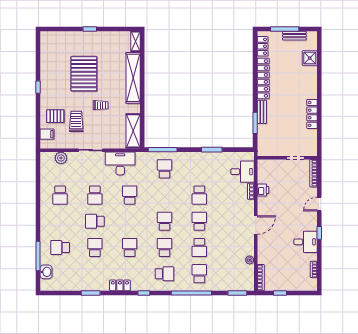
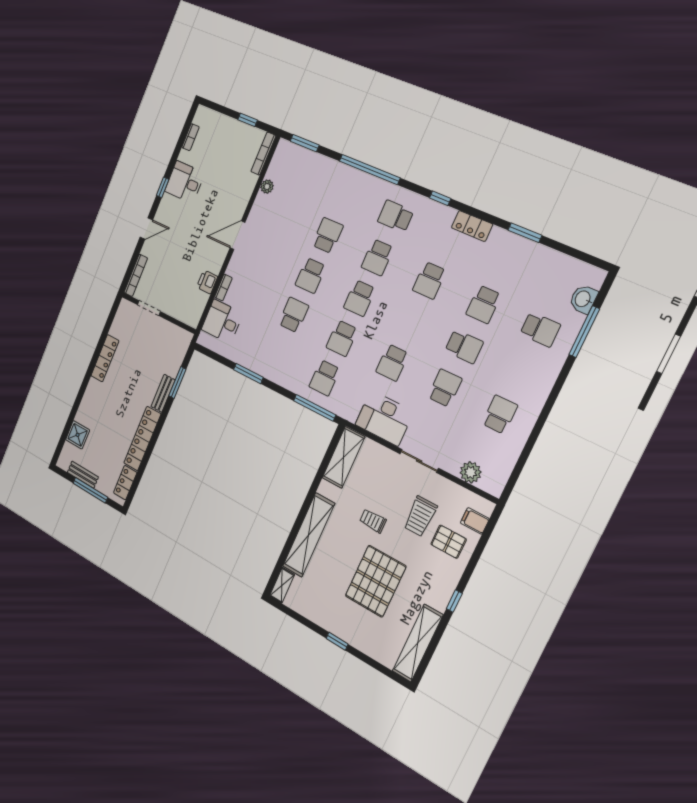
shelving: (46, 54) -> (418, 643), added
school desk: (199, 274) -> (342, 338), moved

